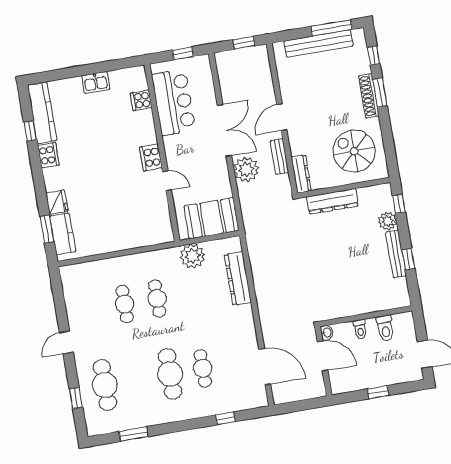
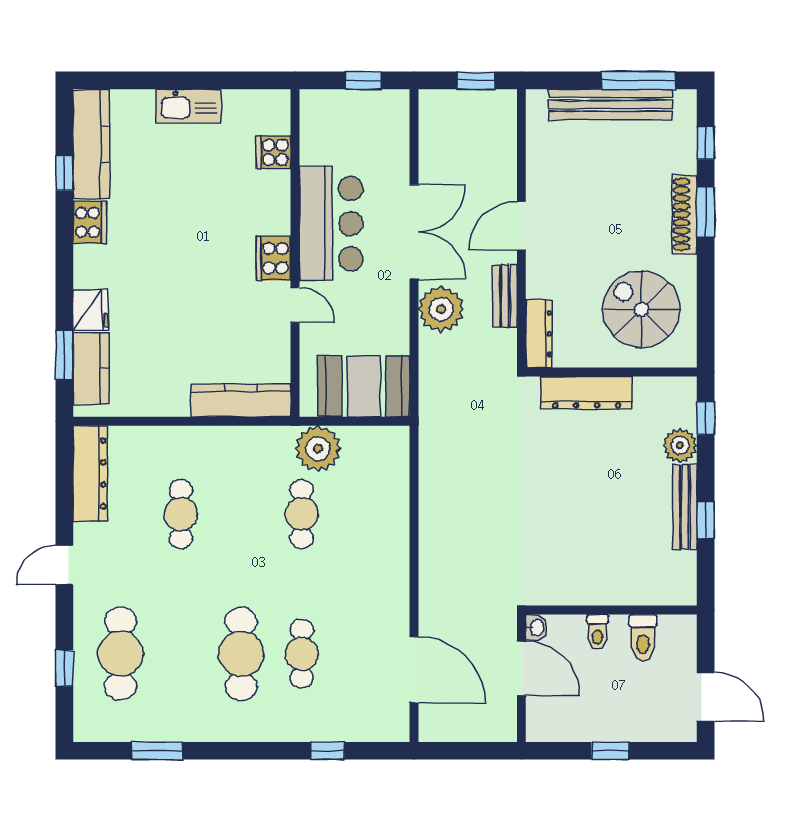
kitchen sink: (96, 82) -> (188, 106), width x1.38
bar counter: (174, 102) -> (331, 224), moved
kitchen counter: (147, 237) -> (241, 401), added
dresser: (238, 278) -> (90, 473), moved, turned 180
cafe table: (157, 298) -> (302, 514), moved

